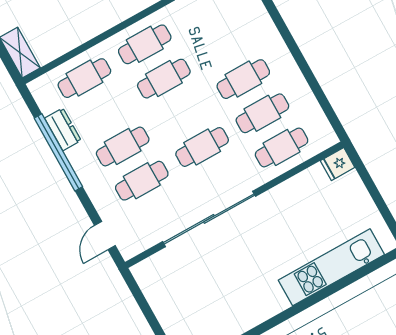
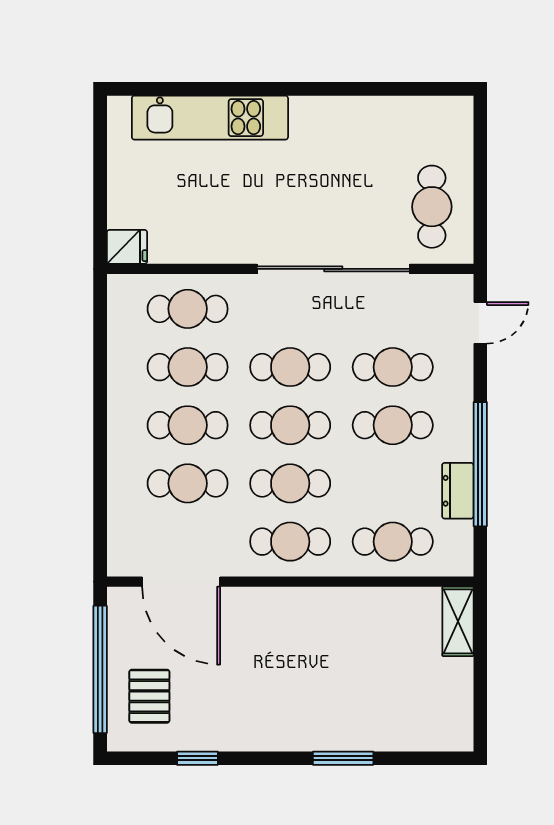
cafe table: (224, 45) -> (188, 483), added
cafe table: (183, 113) -> (290, 425), added
cafe table: (171, 288) -> (432, 207), added

